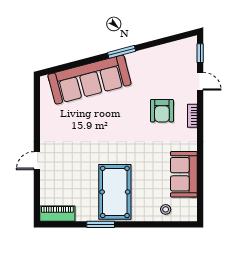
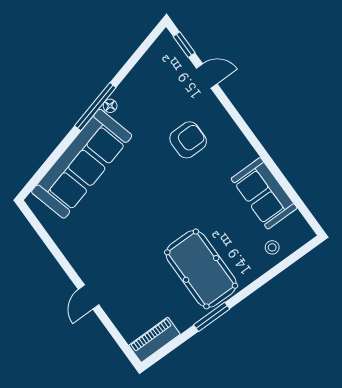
window: (122, 52) -> (95, 107), width x1.44
floor lamp: (131, 58) -> (110, 106), added
armchair: (162, 111) -> (188, 140), turned -90
bookcase: (192, 116) -> (226, 121), removed

